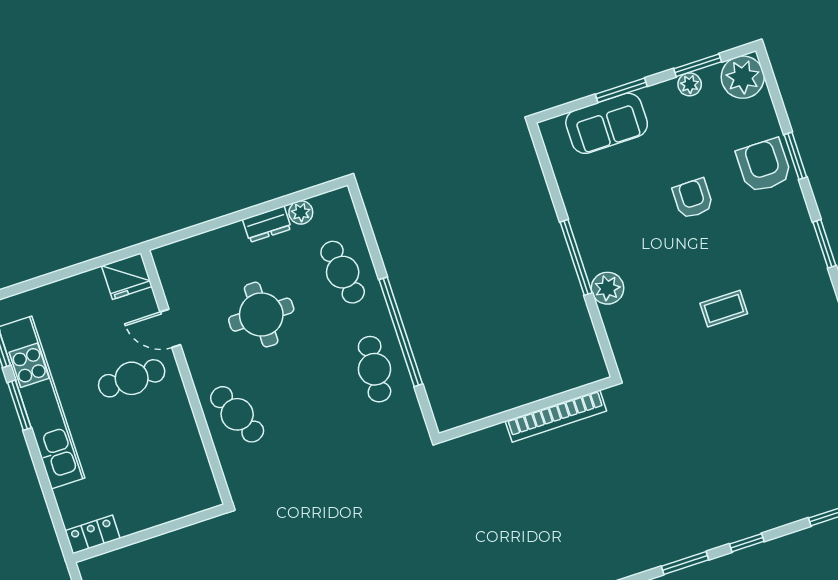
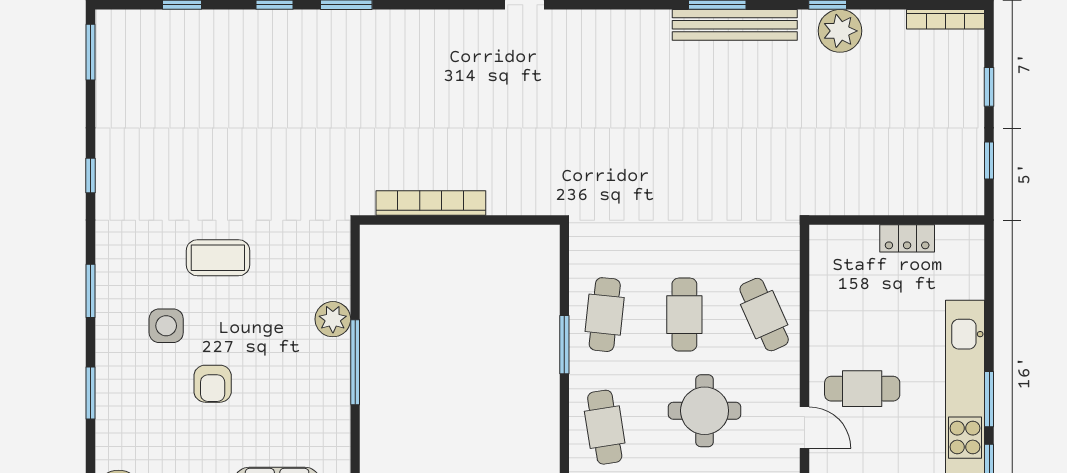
armchair: (764, 166) -> (127, 394), removed
side table: (749, 235) -> (166, 326), added
coffee table: (724, 309) -> (218, 258), width x1.36, depth x1.30
window: (401, 332) -> (564, 345), width x0.47
cafe table: (306, 392) -> (684, 315), added
locker: (93, 535) -> (907, 238), moved

